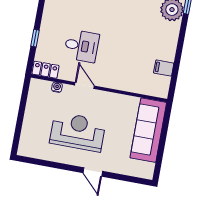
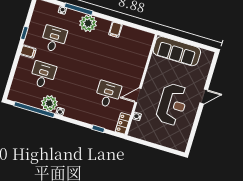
filing cabinet: (164, 68) -> (115, 30), moved
reception desk: (78, 132) -> (172, 104), turned 180

